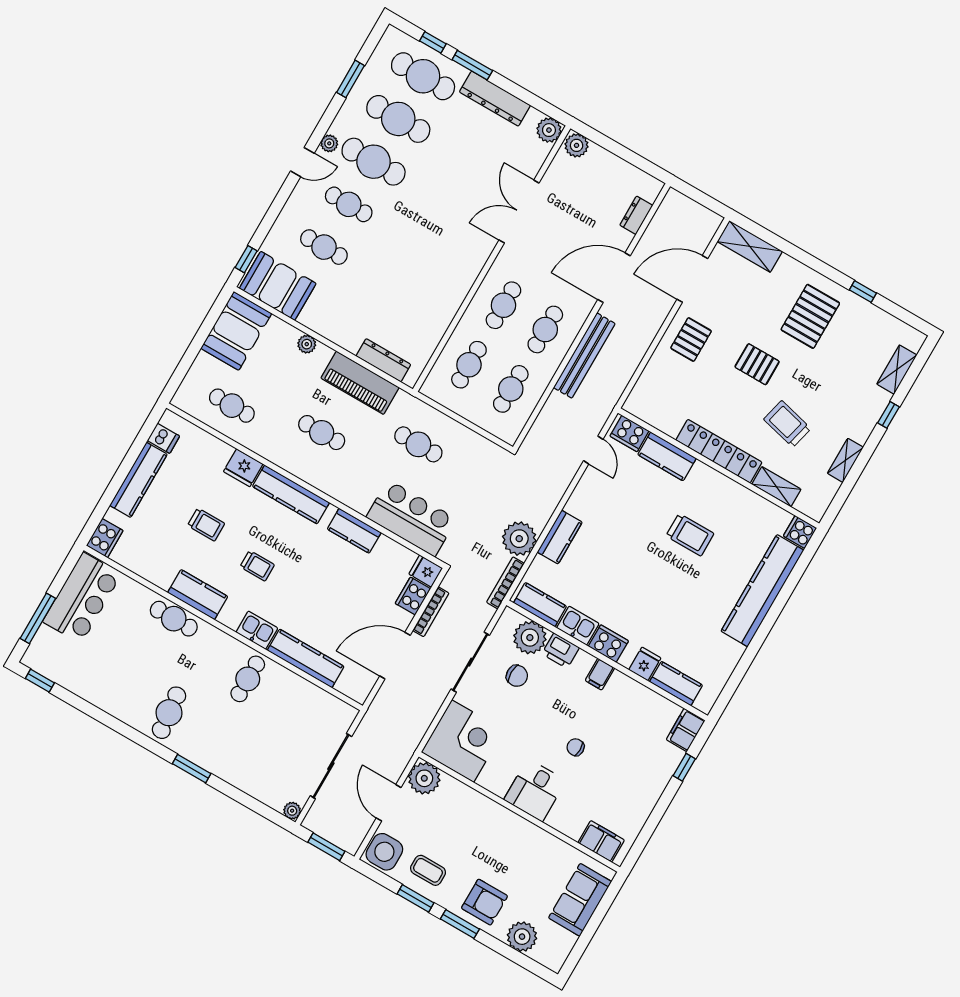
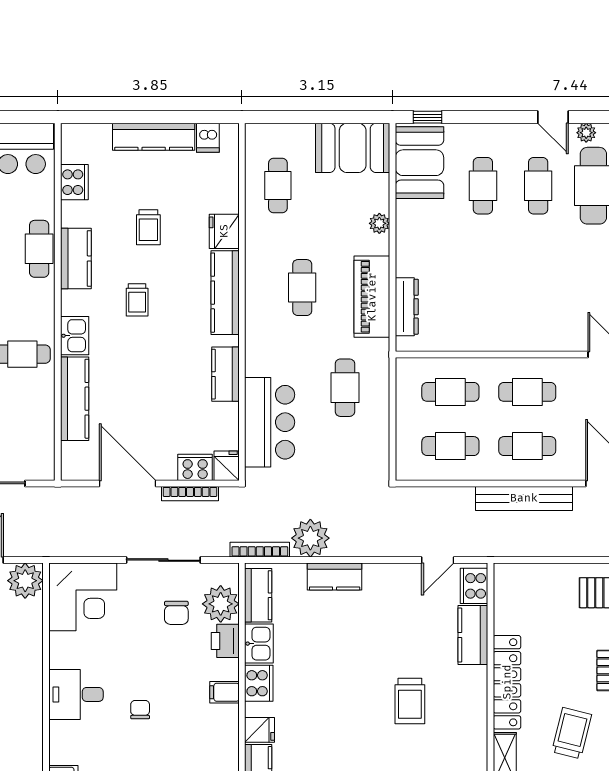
cooker: (105, 538) -> (74, 182), moved, turned -90

